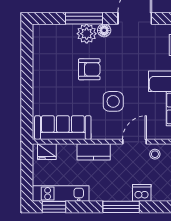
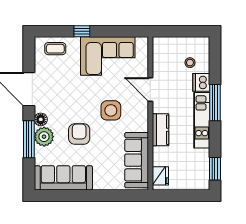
sofa: (45, 53) -> (63, 178), added
stool: (155, 154) -> (190, 63), moved
kitchen unit: (61, 194) -> (202, 120), moved

